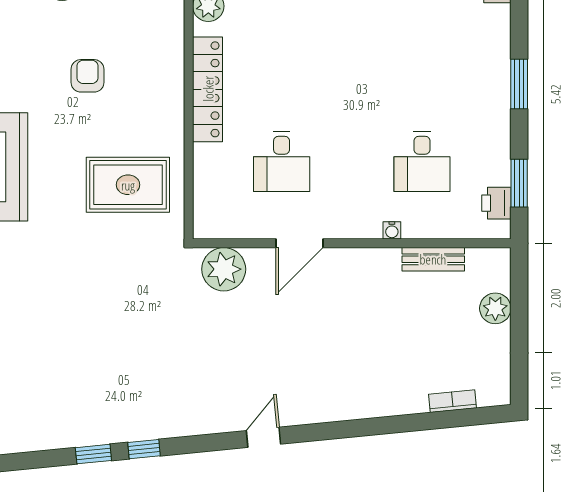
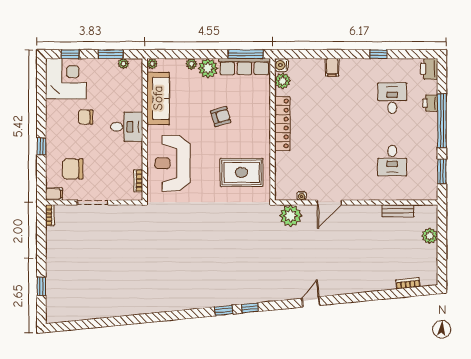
armchair: (87, 76) -> (221, 117), turned 74
window: (519, 84) -> (442, 121), width x2.11
desk: (282, 162) -> (392, 98), moved, turned 180
printer: (496, 203) -> (430, 103), moved
water cooler: (392, 230) -> (301, 196), moved

